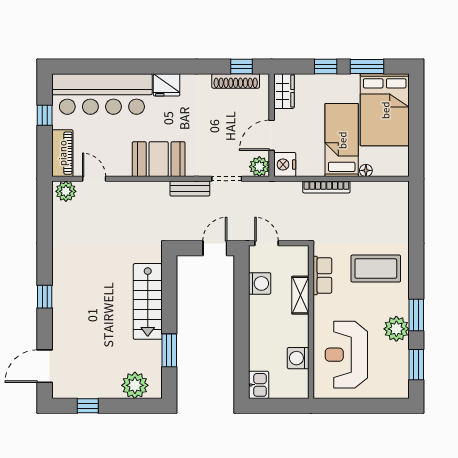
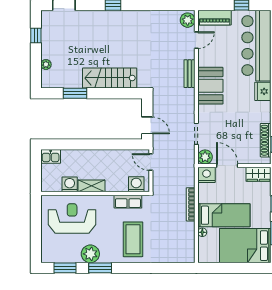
bench: (190, 189) -> (190, 74), moved
door: (267, 243) -> (151, 162), swing flipped
washing machine: (260, 283) -> (136, 184), moved, turned 180
shelving: (300, 295) -> (92, 186), moved
plant: (135, 385) -> (46, 64), width x0.53, depth x0.53

